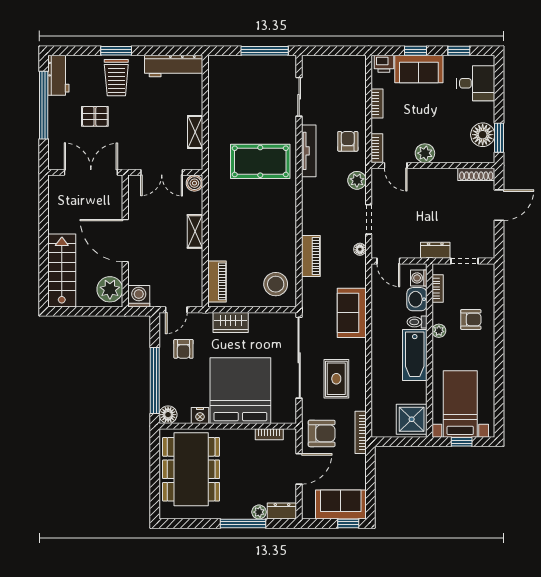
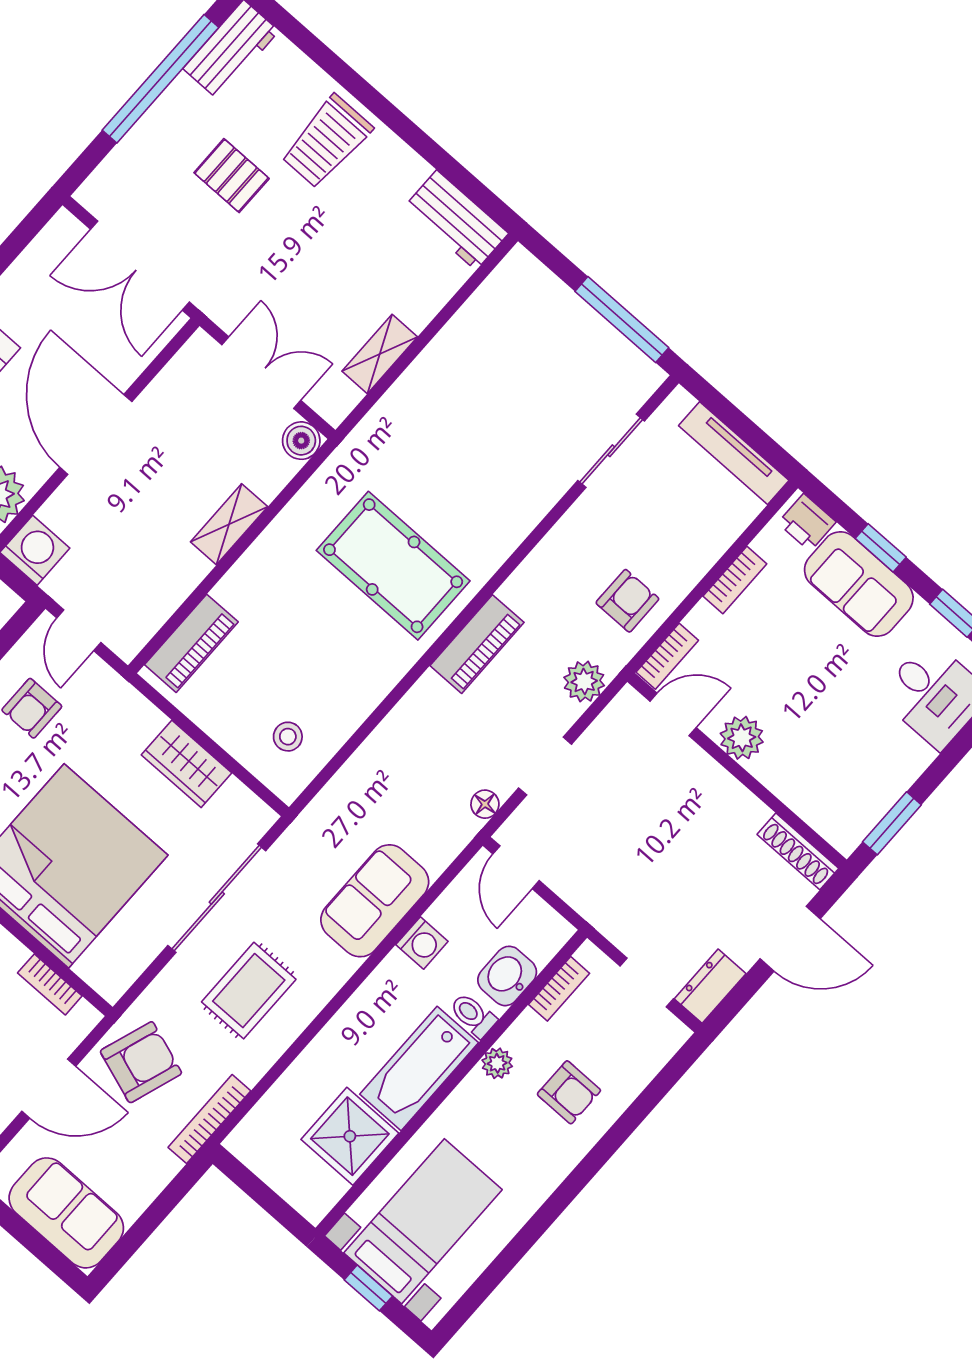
window: (116, 51) -> (367, 95), removed
workbench: (174, 66) -> (456, 220), width x0.73
floor lamp: (483, 135) -> (869, 793), removed
tv unit: (309, 151) -> (734, 453), moved, turned 90
pool table: (260, 161) -> (393, 566), moved
door: (396, 165) -> (673, 714), swing flipped
double door: (91, 172) -> (140, 266), swing flipped
double door: (162, 172) -> (261, 373), swing flipped
dresser: (435, 250) -> (710, 986), moved, turned -90
piano: (311, 256) -> (477, 644), moved
washing machine: (419, 278) -> (422, 943), moved, turned 180
stool: (276, 284) -> (288, 737), width x0.53, depth x0.53
door: (176, 310) -> (79, 630), hinge flipped
wardrobe: (231, 322) -> (186, 764), moved
sliding door: (299, 358) -> (217, 898), width x0.73
shower: (412, 419) -> (350, 1136), moved
armchair: (322, 433) -> (141, 1062), turned -71
window: (348, 523) -> (50, 1257), removed

